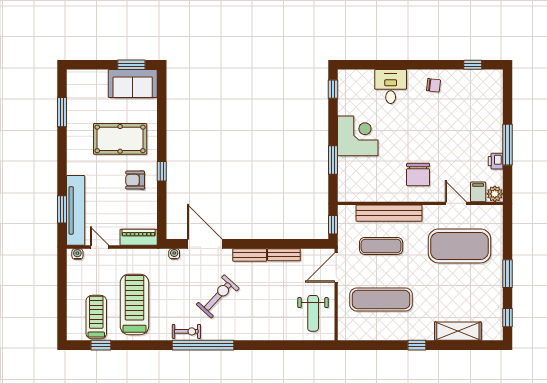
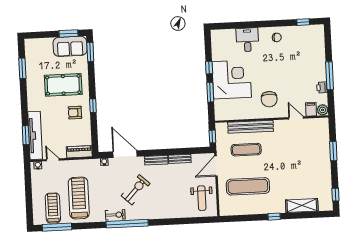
window: (333, 89) -> (209, 68), moved
window: (162, 93) -> (90, 52), added
corner desk: (358, 136) -> (232, 79), width x1.36, depth x1.36
exercise mat: (459, 246) -> (300, 147), removed
window: (507, 274) -> (333, 151), moved
window: (101, 345) -> (57, 227), width x2.17

